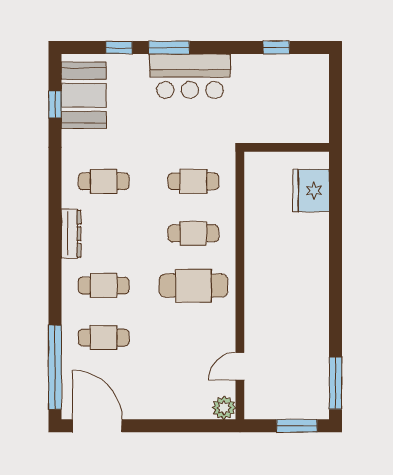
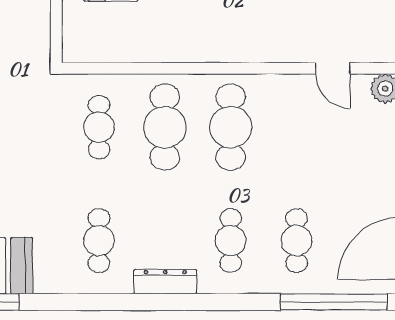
cafe table: (193, 233) -> (165, 127), width x1.37, depth x1.35

